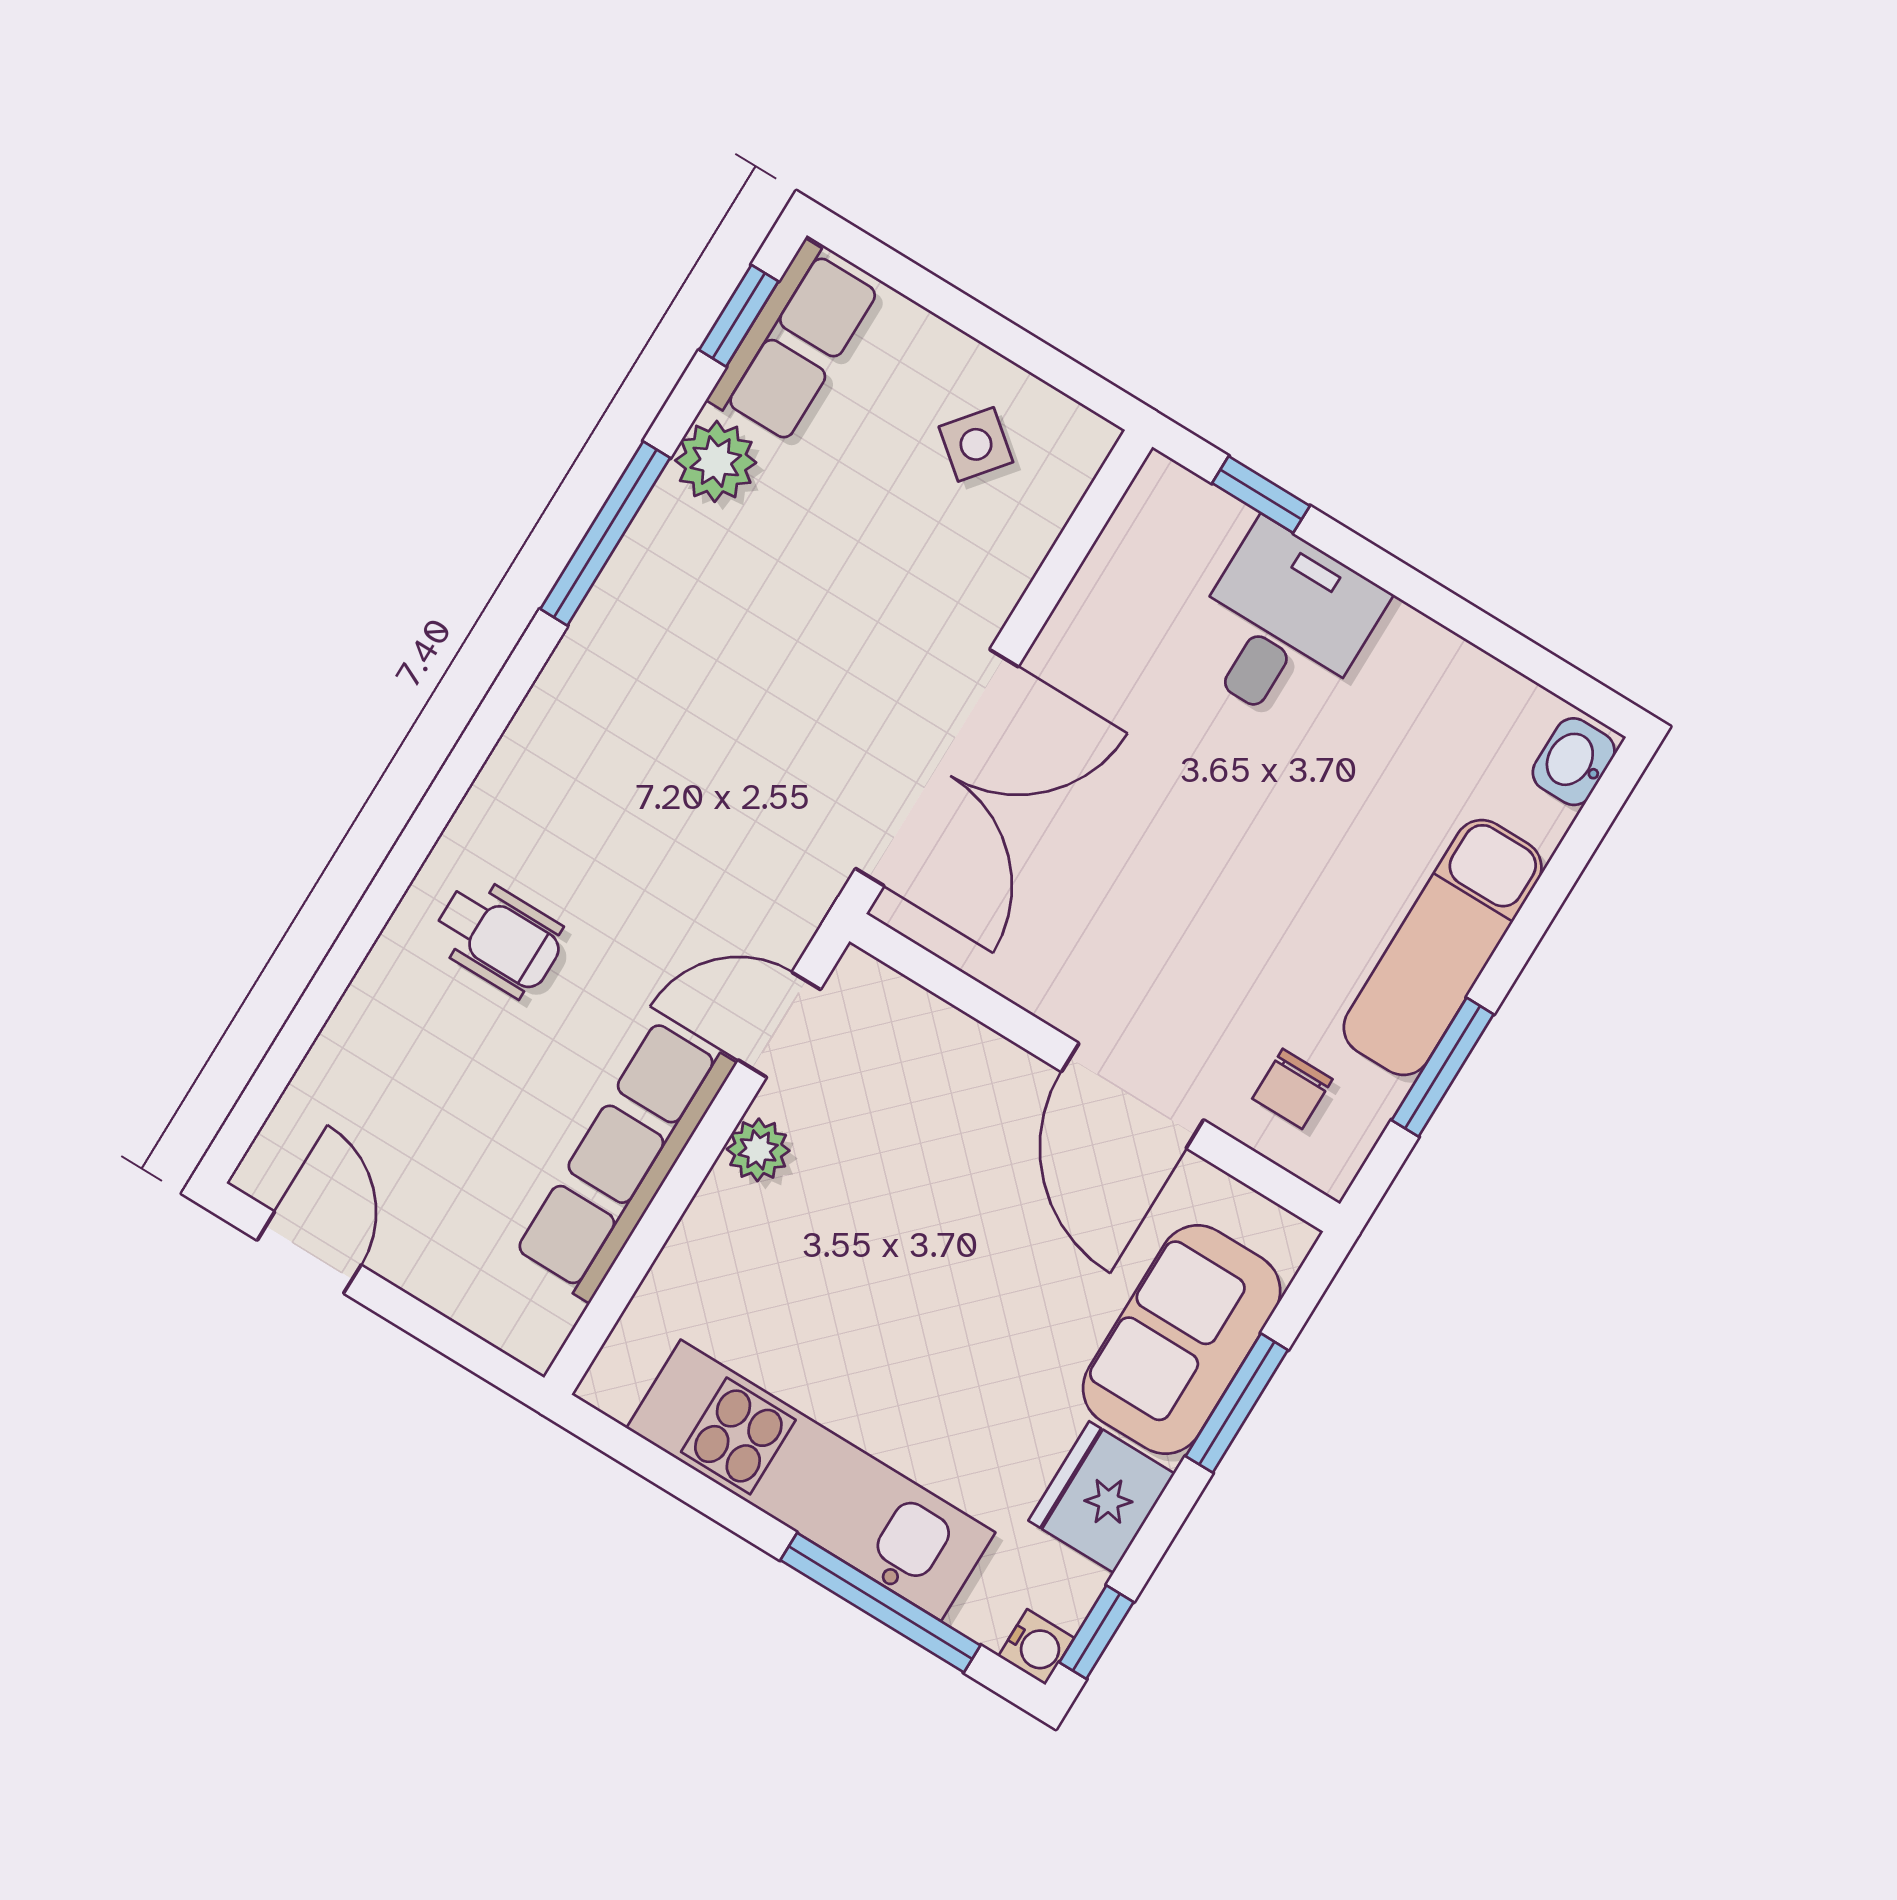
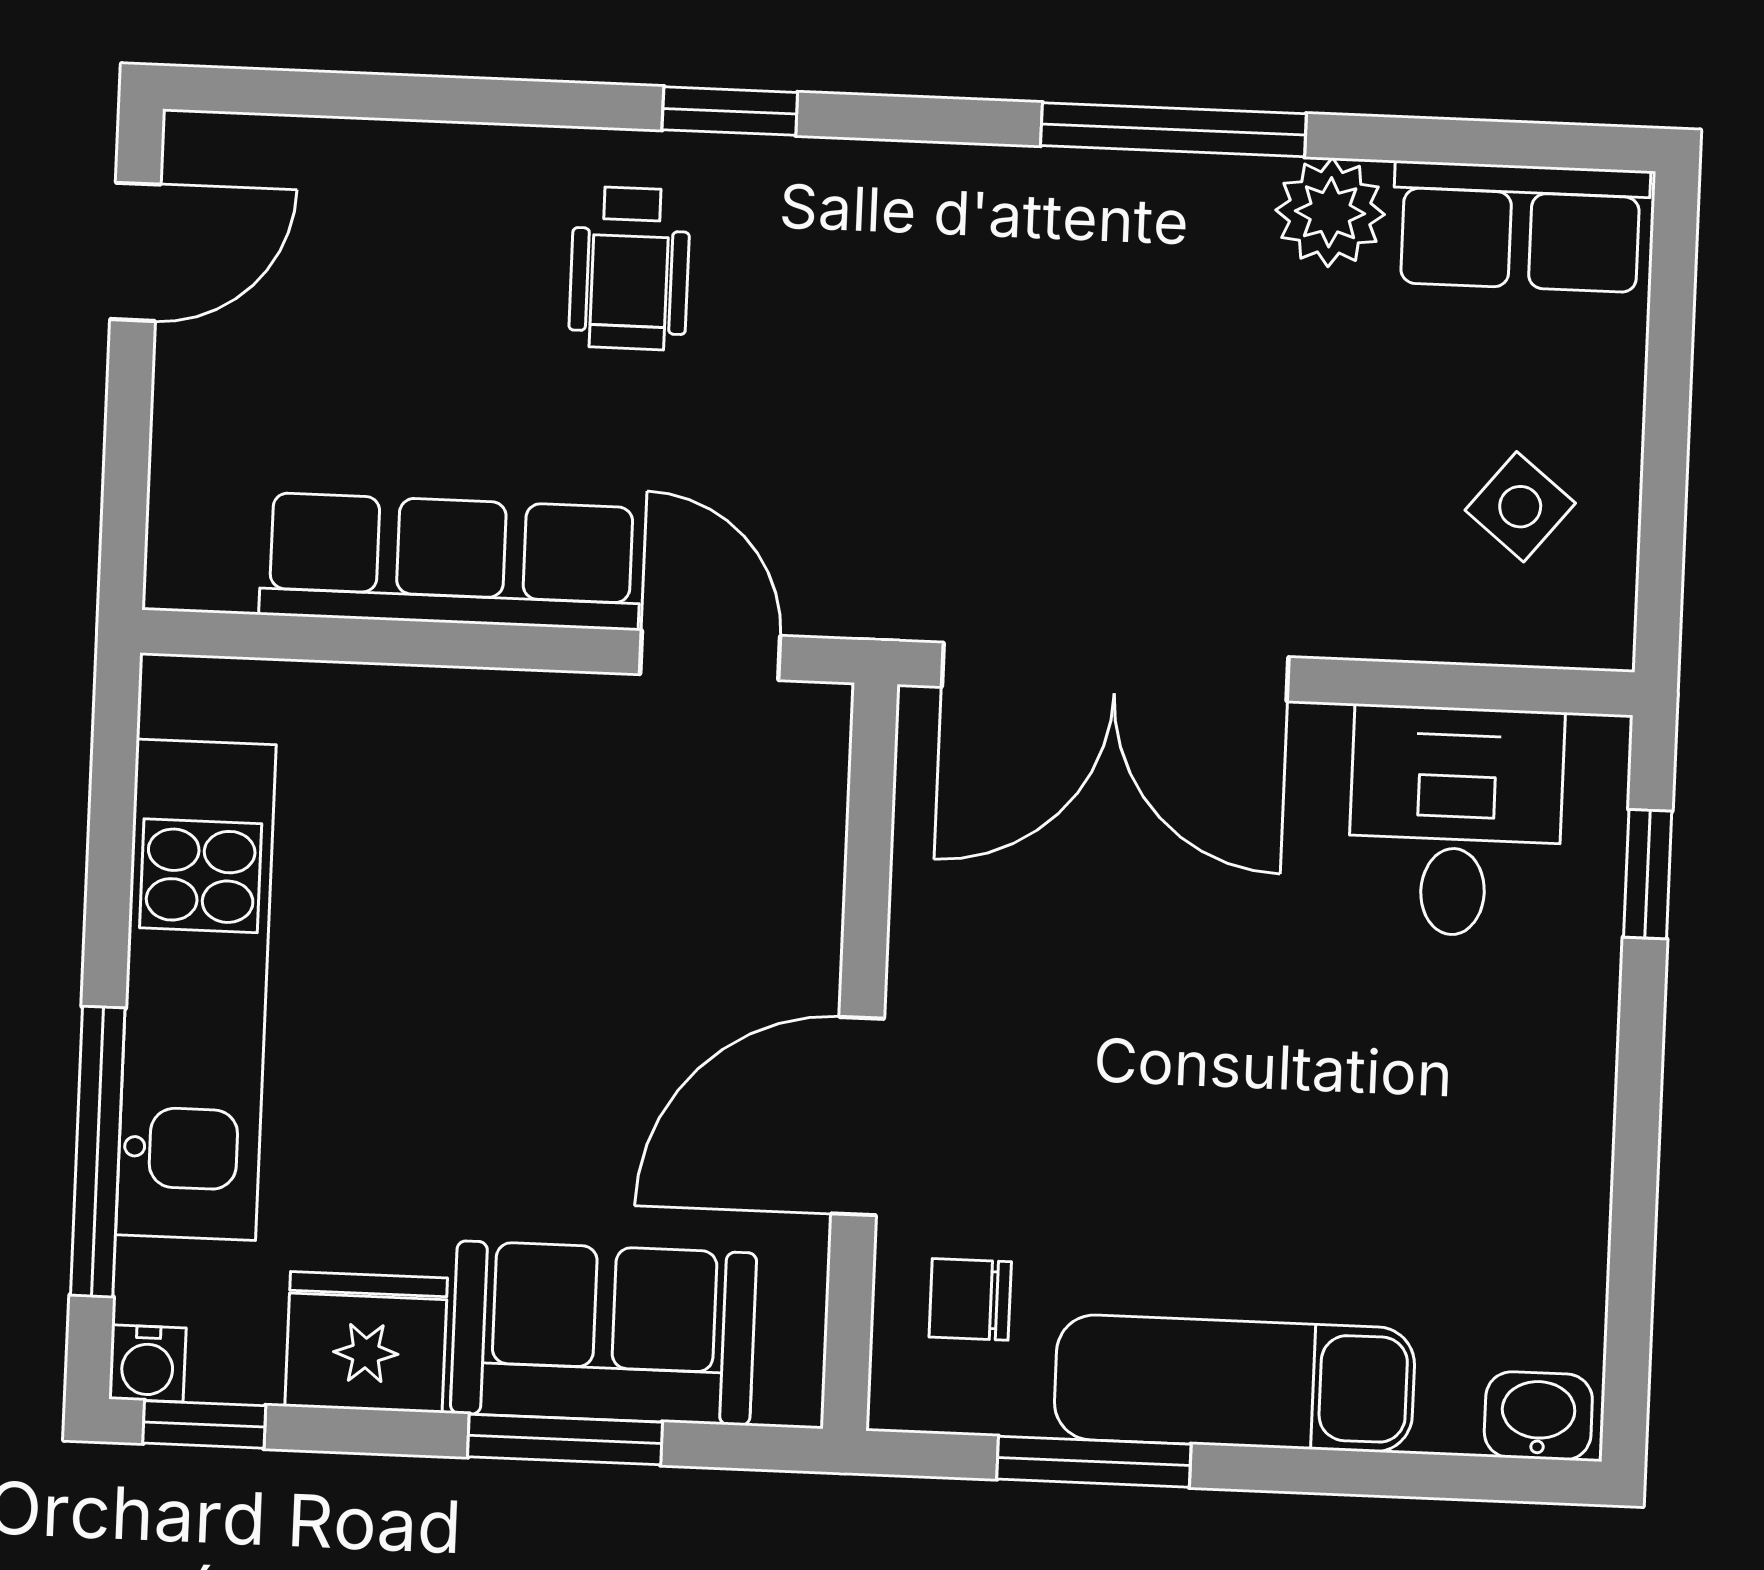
window: (739, 316) -> (730, 111), moved
desk: (1283, 626) -> (1455, 821), moved, turned -90
plant: (758, 1150) -> (549, 712), removed

